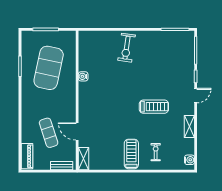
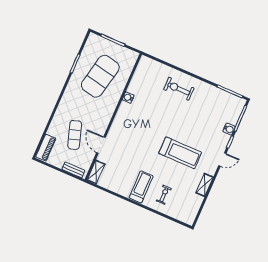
exercise bike: (127, 48) -> (179, 89), turned 82
treadmill: (154, 107) -> (180, 153), width x1.37, depth x1.38
water cooler: (189, 160) -> (229, 129), moved

